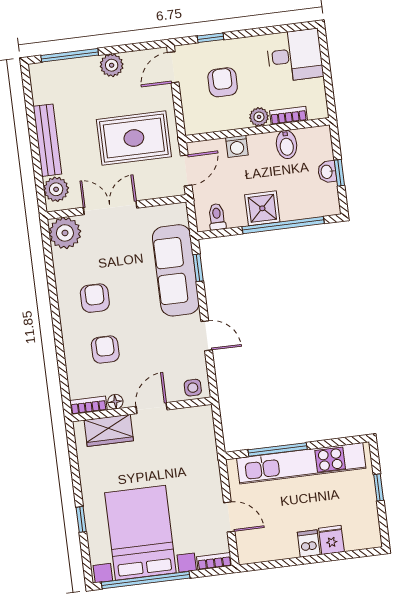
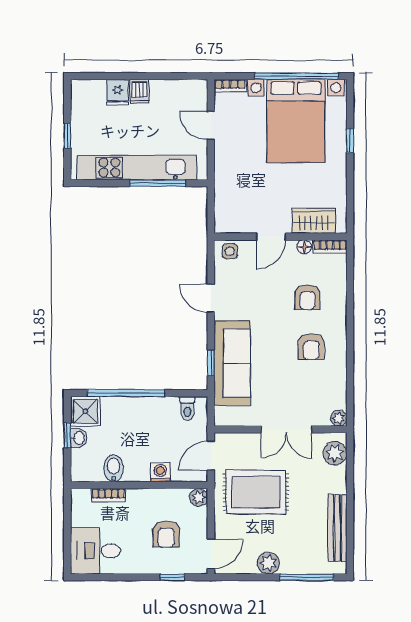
plant: (259, 117) -> (199, 497), moved
bench: (47, 140) -> (337, 528), moved
shower: (262, 208) -> (85, 411), moved
plant: (65, 233) -> (339, 418), width x0.53, depth x0.53

